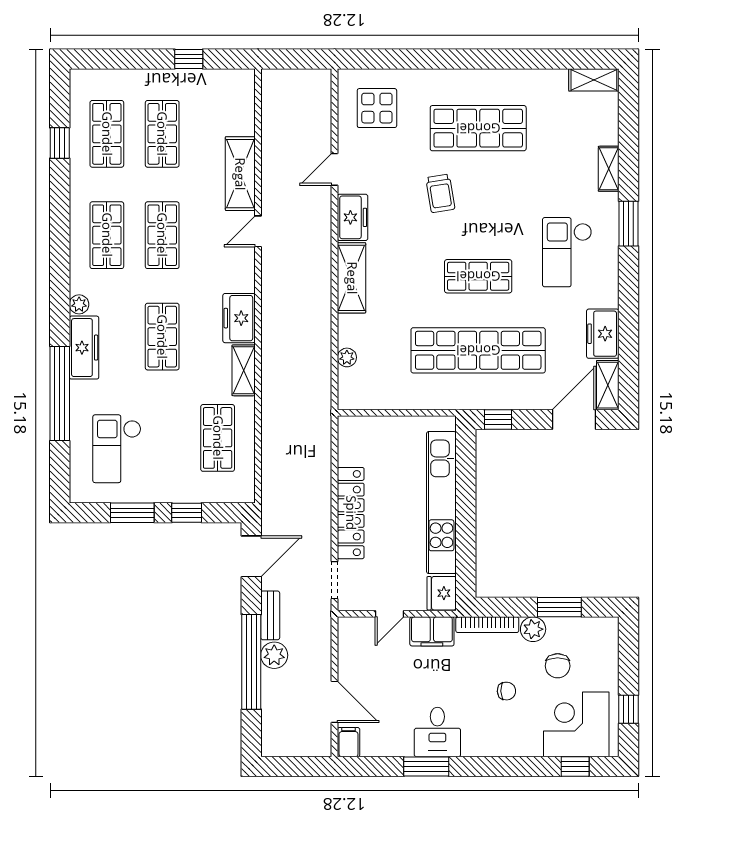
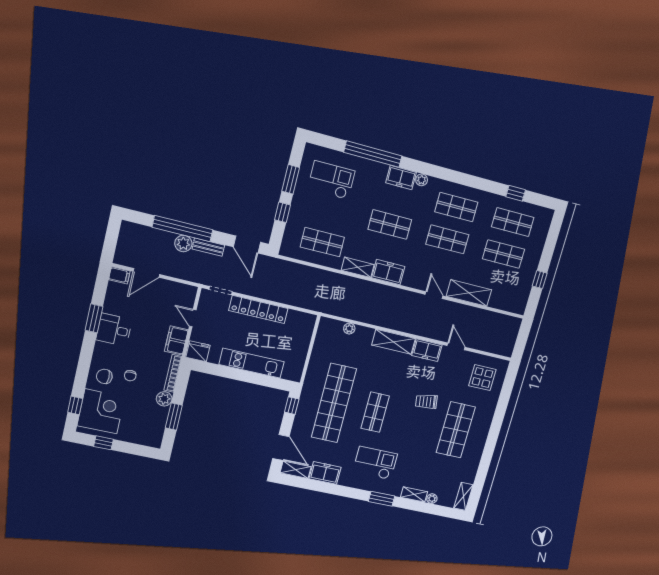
plant: (610, 135) -> (432, 499), added
freezer: (84, 348) -> (401, 178), width x0.71
kitchen unit: (441, 503) -> (252, 363), width x0.73
chair: (558, 666) -> (104, 376), moved

